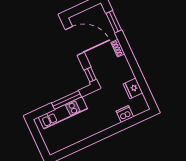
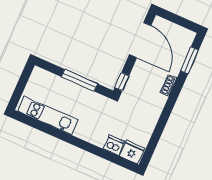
fridge: (133, 88) -> (132, 152), moved, turned 90
kitchen unit: (63, 113) -> (48, 115), moved, turned 180

